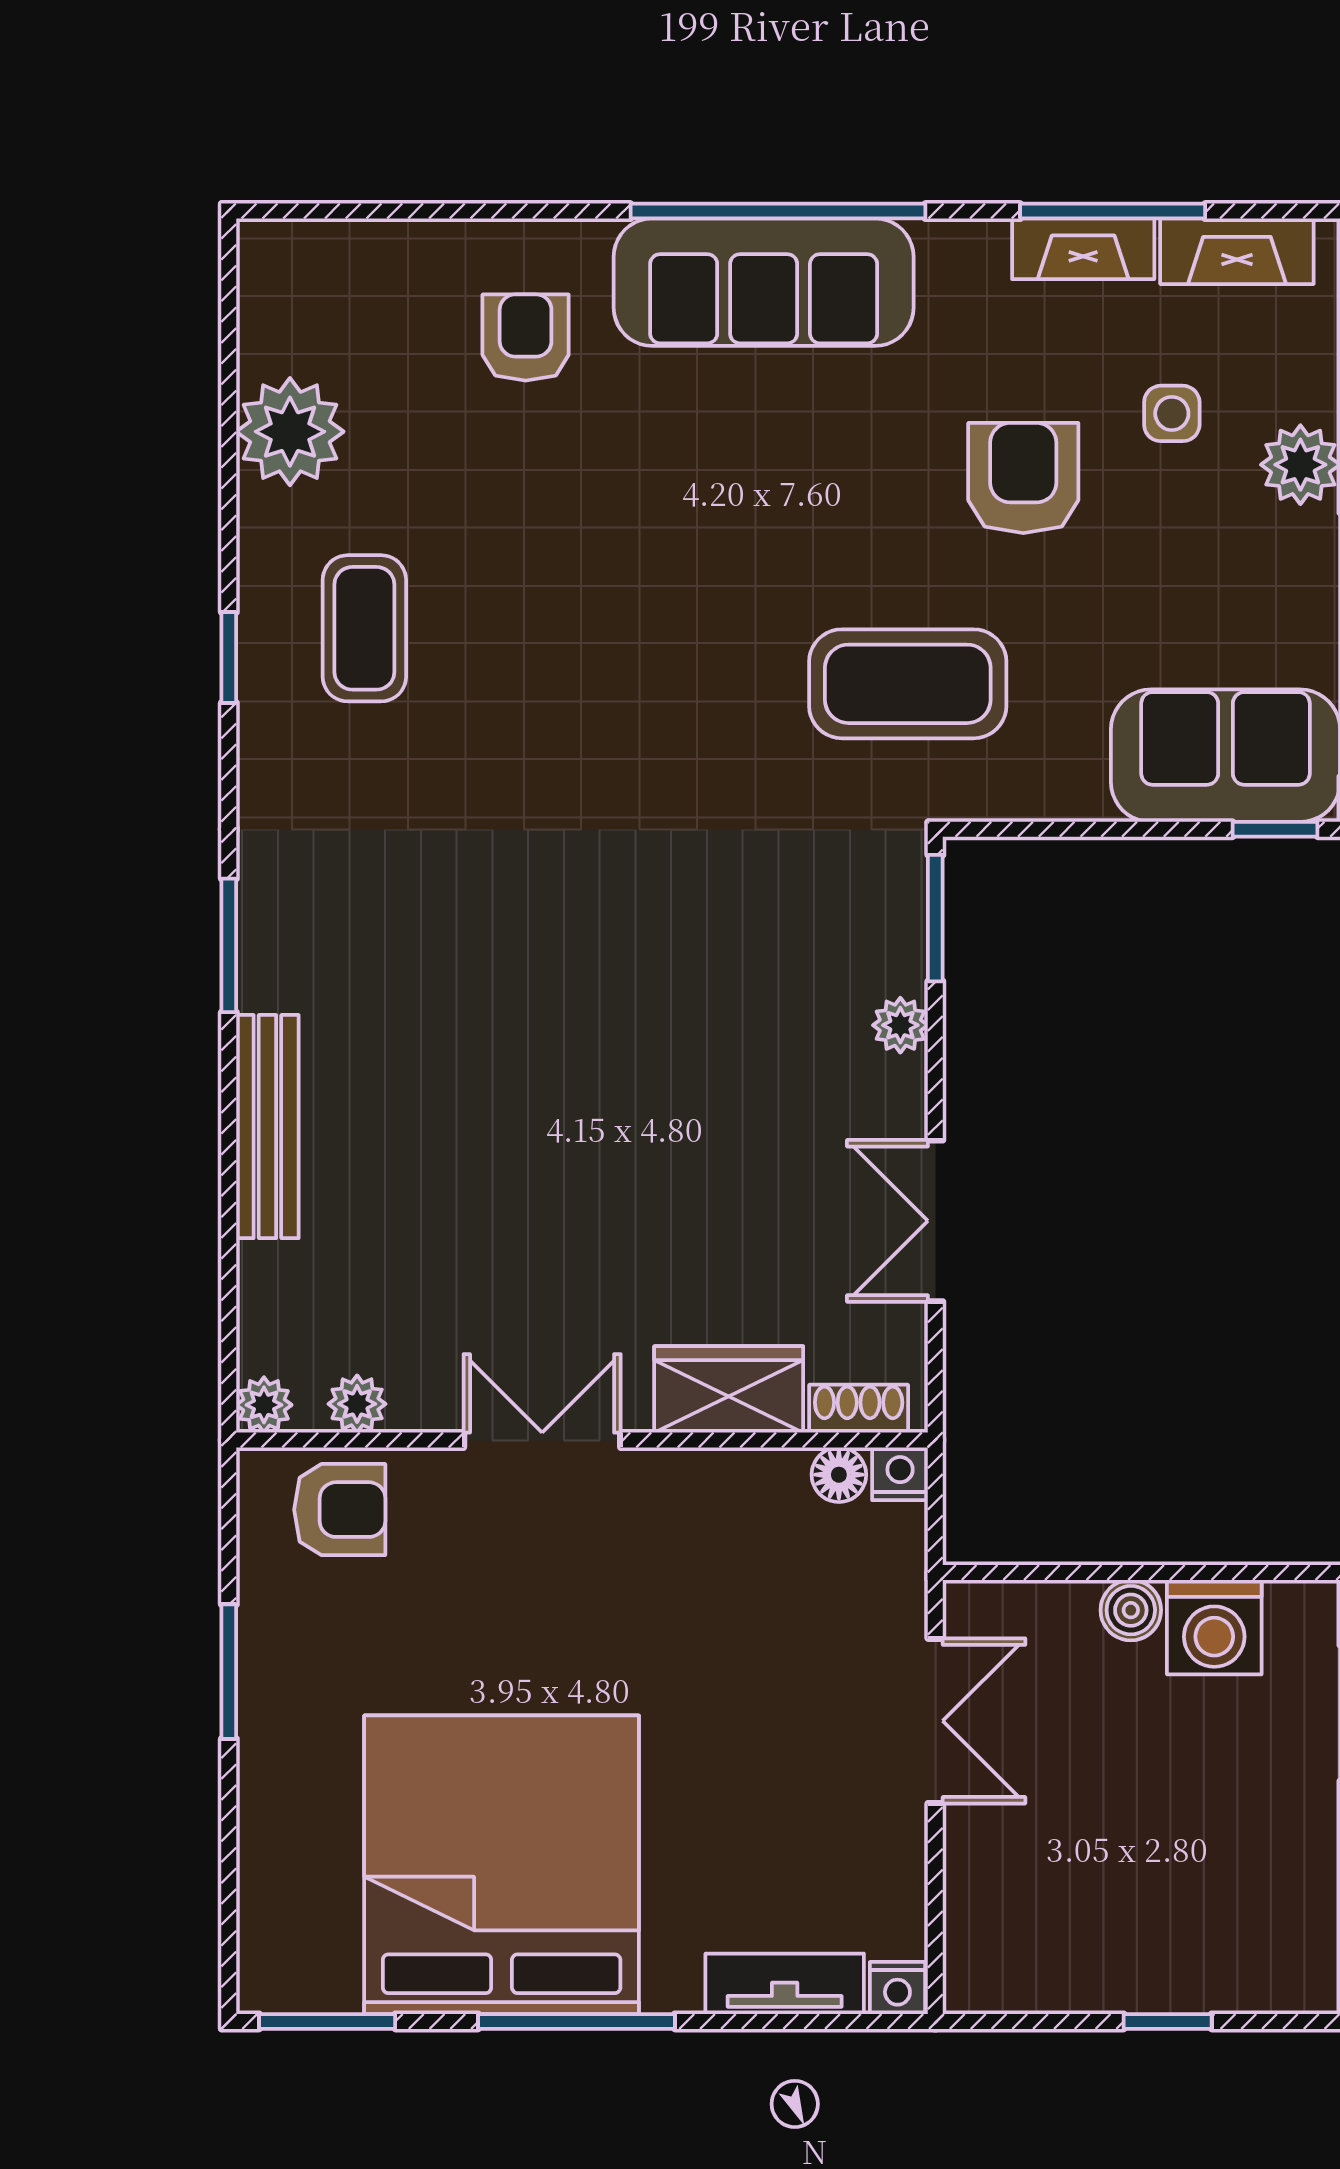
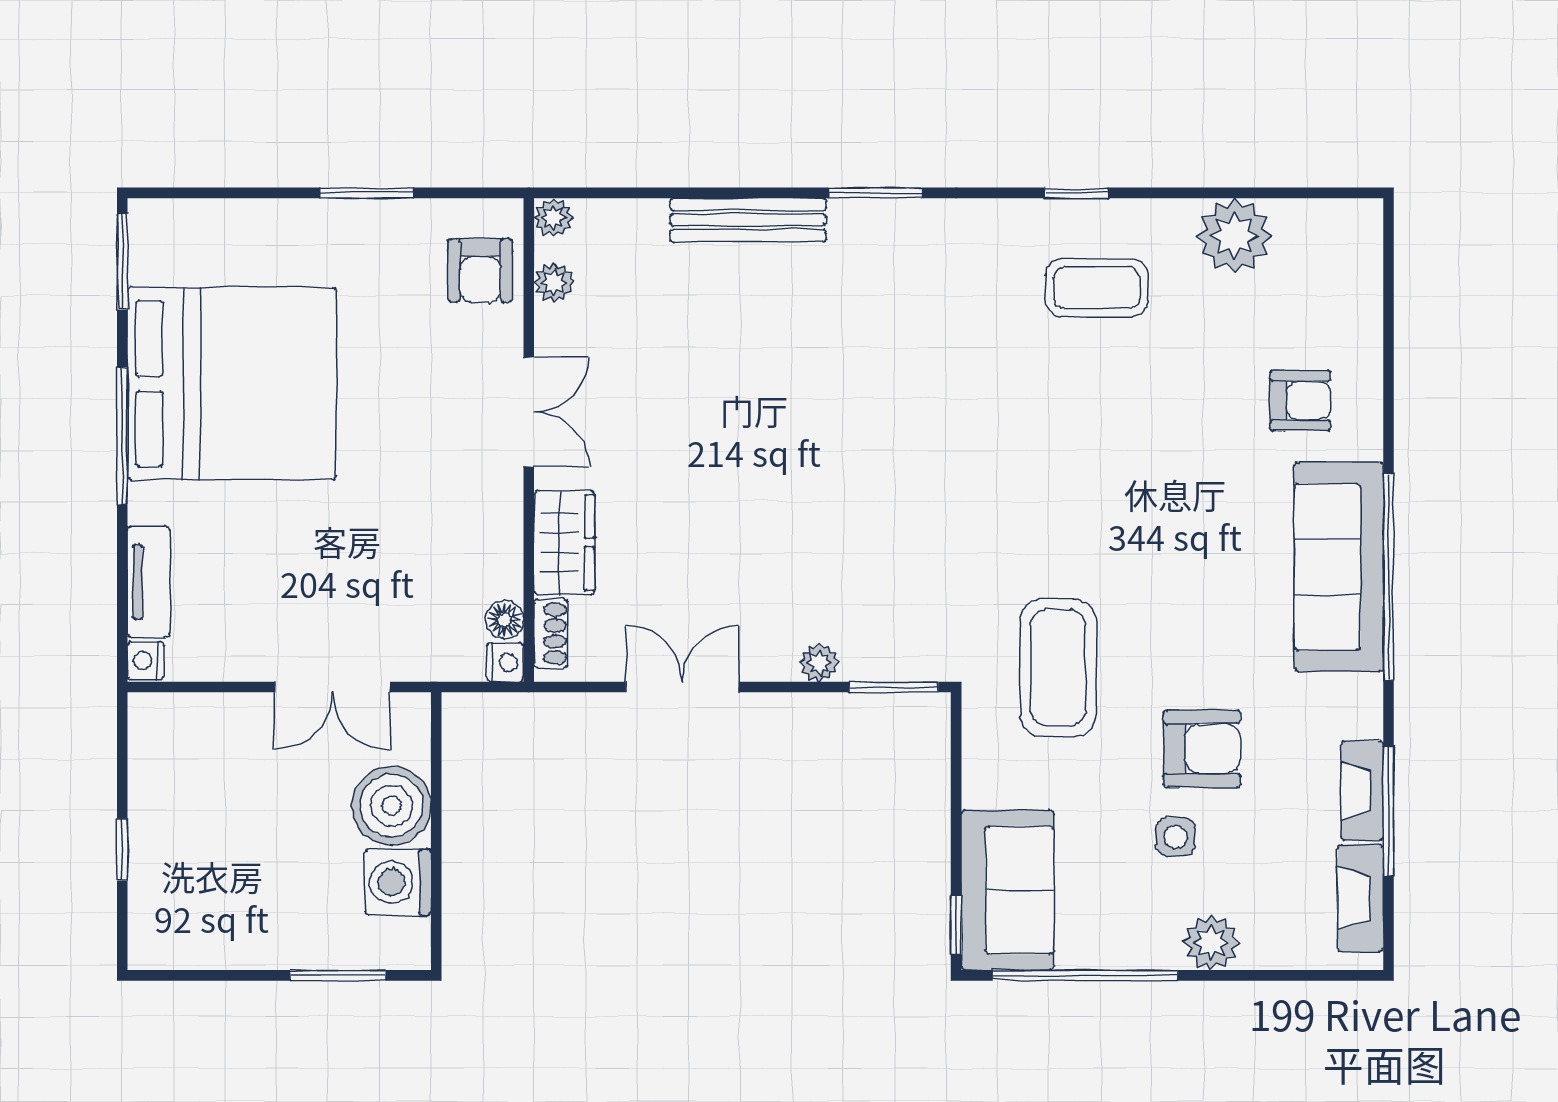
side table: (1172, 413) -> (1175, 837), moved
boiler: (1131, 1610) -> (392, 806), width x1.86, depth x1.86

